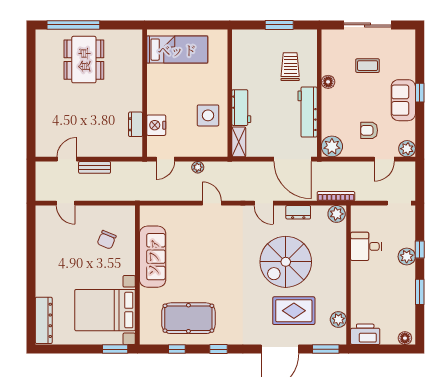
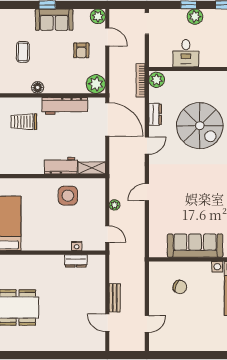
nightstand: (156, 125) -> (77, 246), width x0.53, depth x0.56
door: (293, 159) -> (107, 119), hinge flipped

